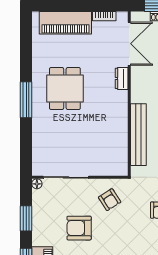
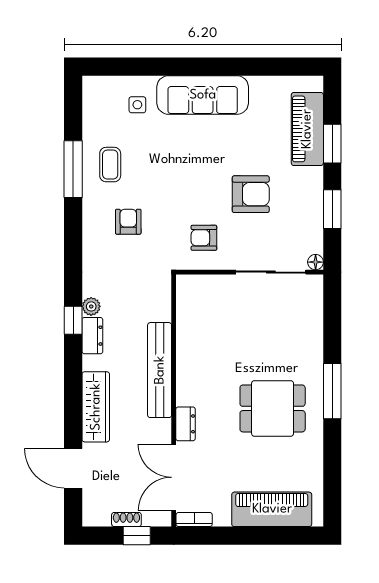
bookcase: (104, 16) -> (194, 519), moved
dining table: (65, 88) -> (273, 408), turned 90
bench: (138, 135) -> (160, 370), moved
armchair: (110, 200) -> (204, 238), turned -57

